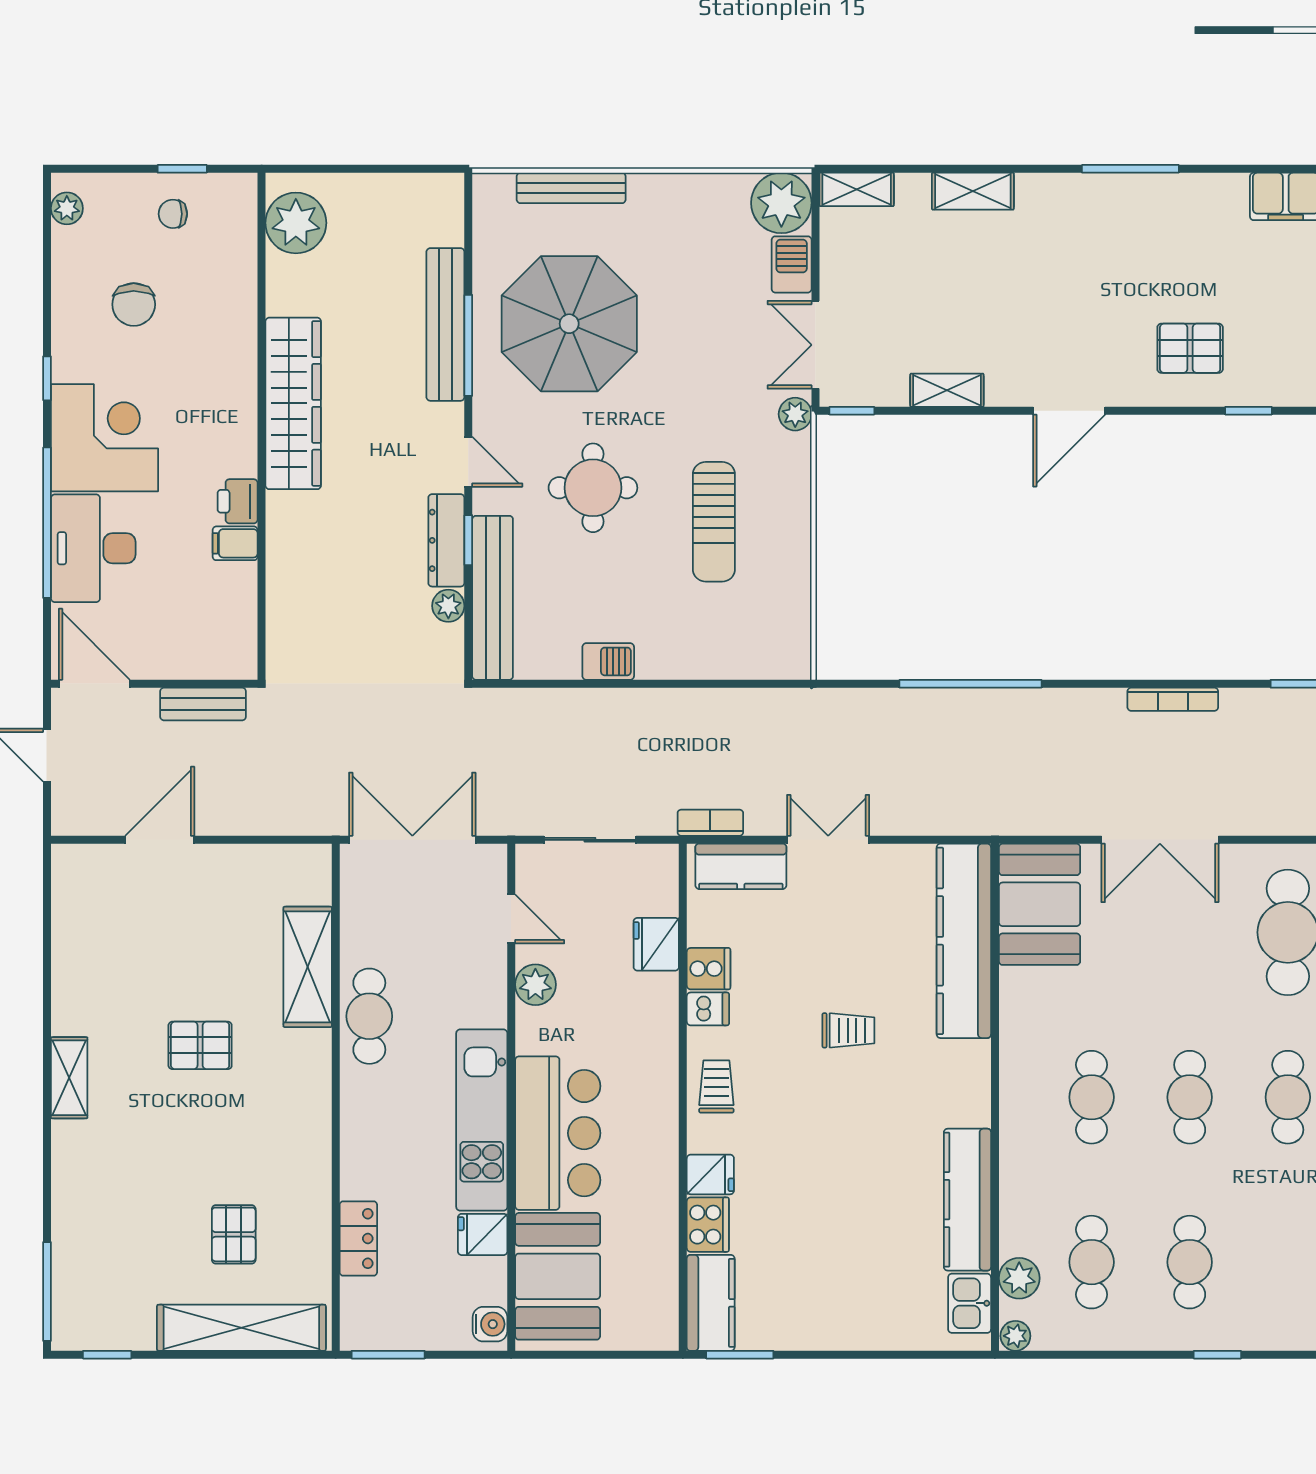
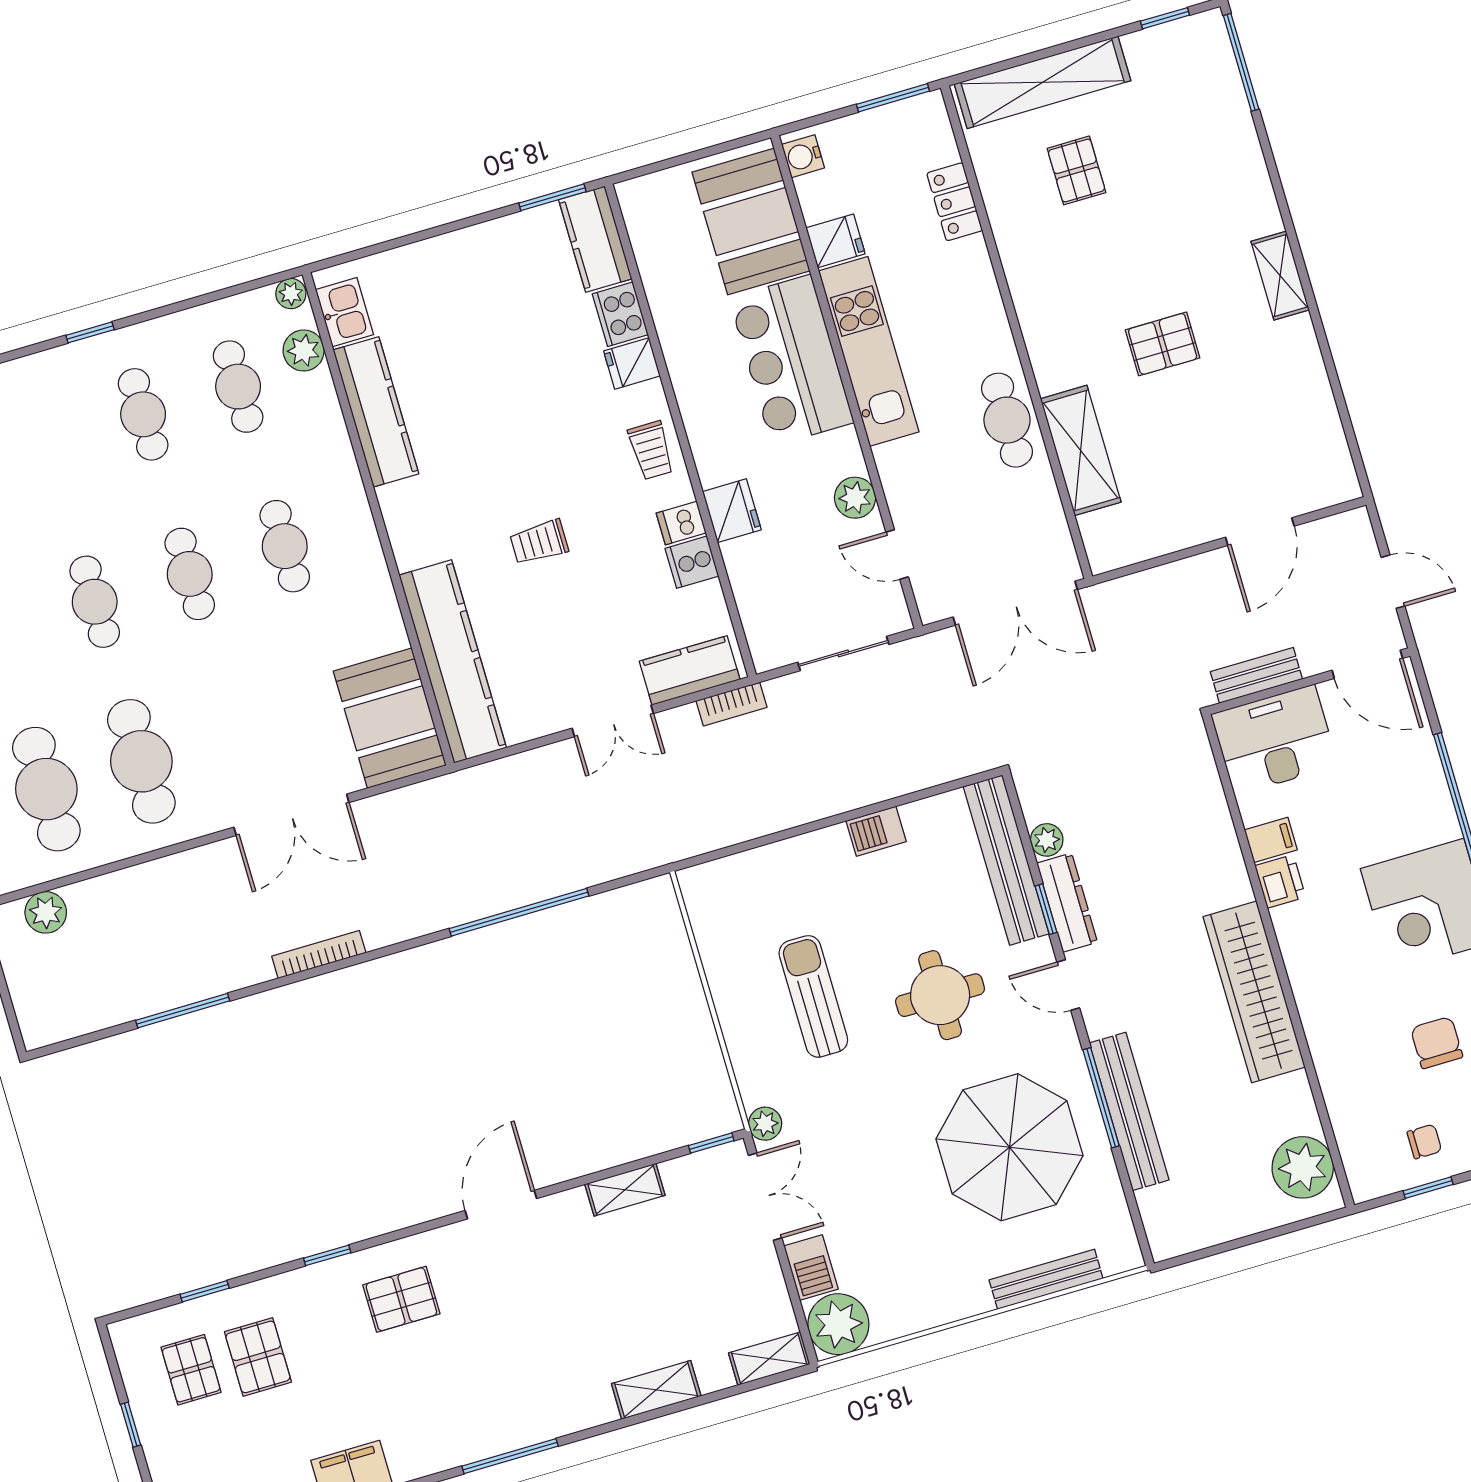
desk: (93, 548) -> (1274, 740), moved, turned -90
double door: (1160, 840) -> (291, 815), swing flipped
fridge: (656, 944) -> (732, 511), moved

